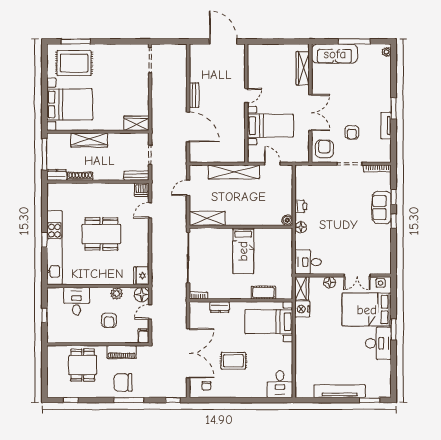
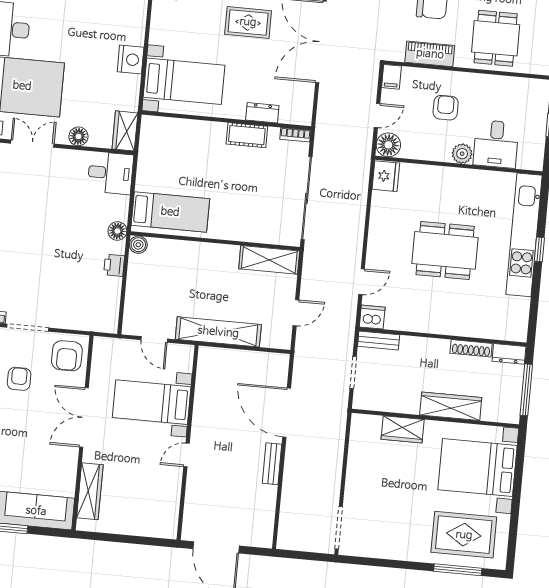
wardrobe: (136, 123) -> (403, 429), moved
bed: (243, 251) -> (170, 212), moved, turned 90
plant: (117, 293) -> (462, 154), moved
cot: (263, 293) -> (247, 135), moved
nightstand: (302, 309) -> (131, 60), moved

